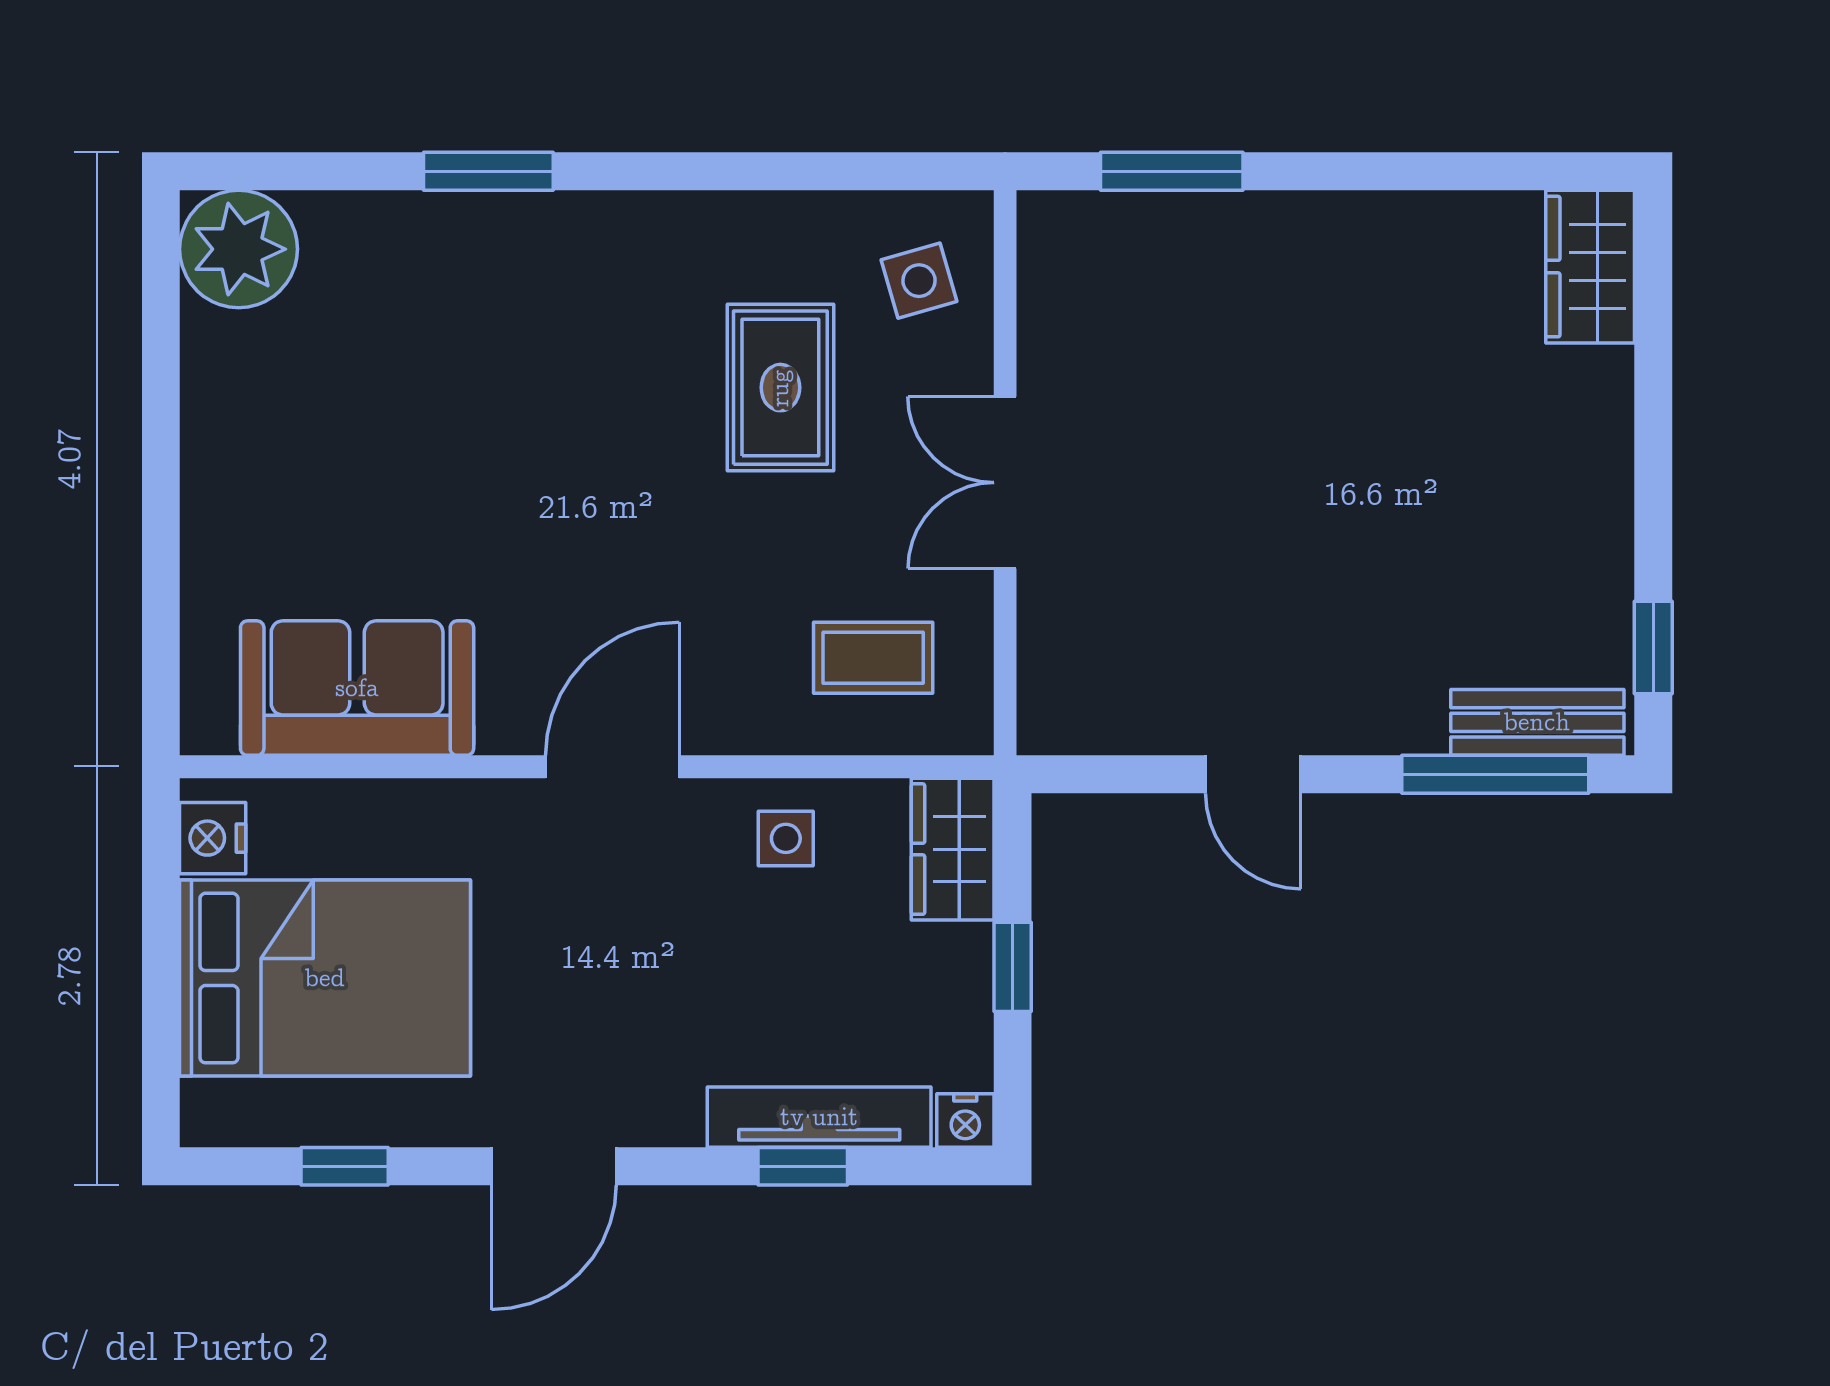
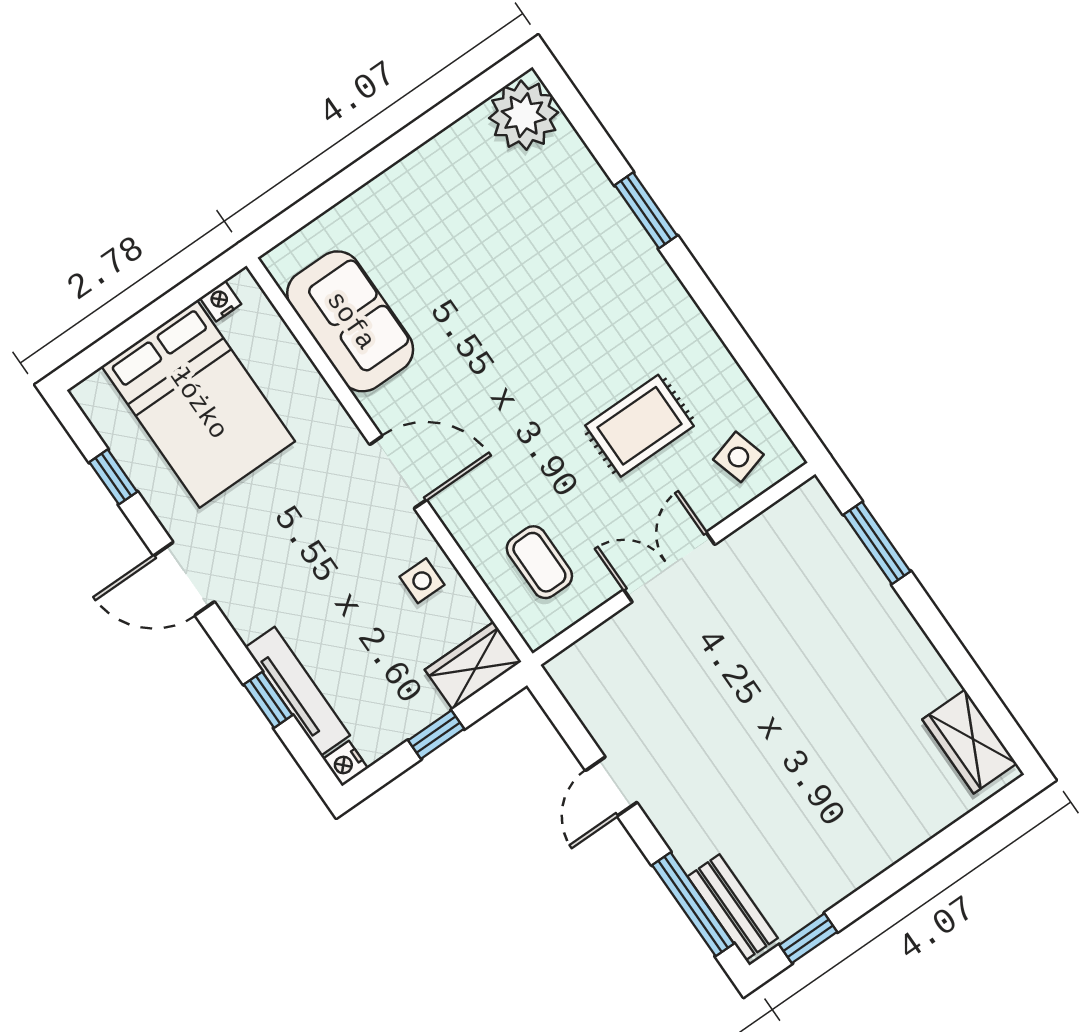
wardrobe: (1590, 267) -> (969, 742), moved, turned -90
nightstand: (213, 838) -> (221, 301), width x0.72, depth x0.74

